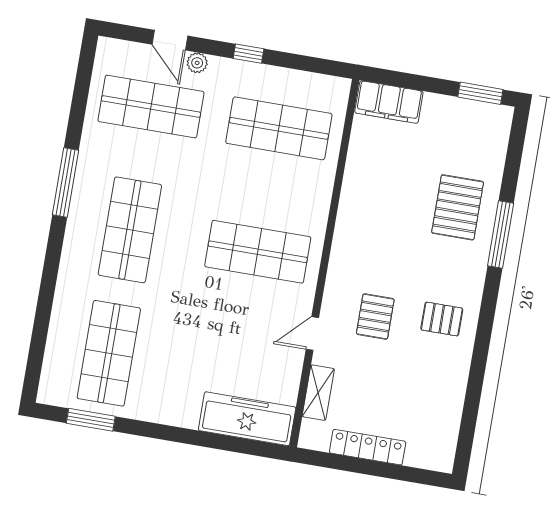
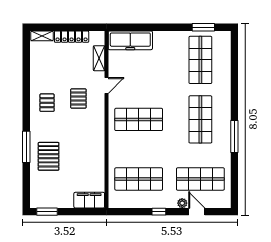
pallet: (442, 319) -> (47, 103), turned 90
shelving: (429, 459) -> (42, 36), added

